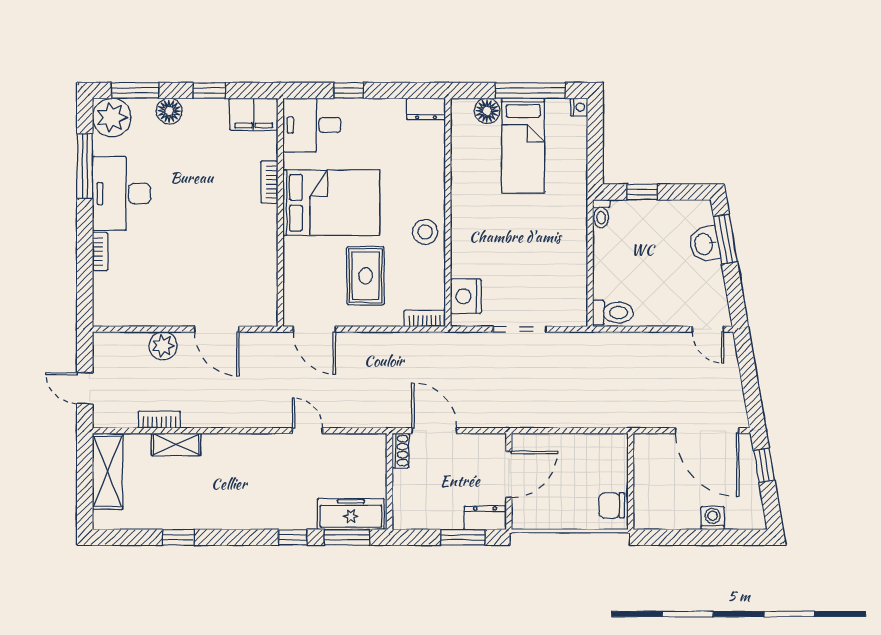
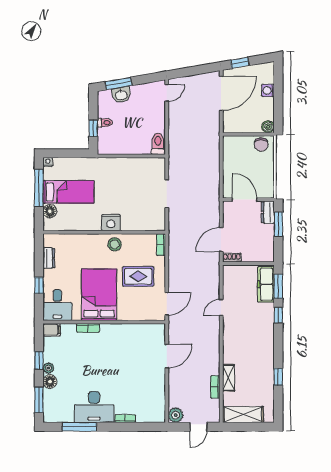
dresser: (426, 109) -> (49, 258), moved
filing cabinet: (254, 114) -> (52, 330), width x0.50
plant: (112, 117) -> (48, 368), moved, width x0.53, depth x0.53
toilet: (601, 214) -> (105, 123), moved
nightstand: (466, 296) -> (111, 223), moved
plant: (163, 346) -> (176, 415), moved
boiler: (645, 518) -> (268, 127), added

